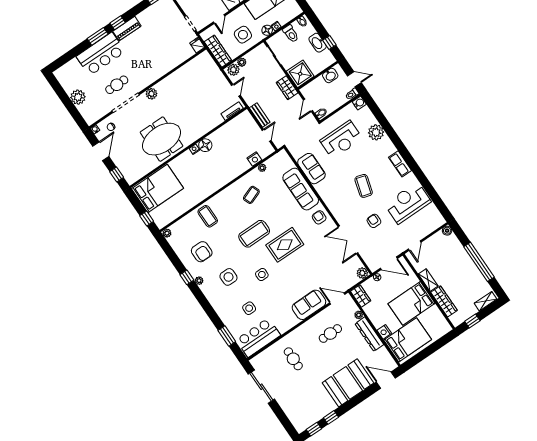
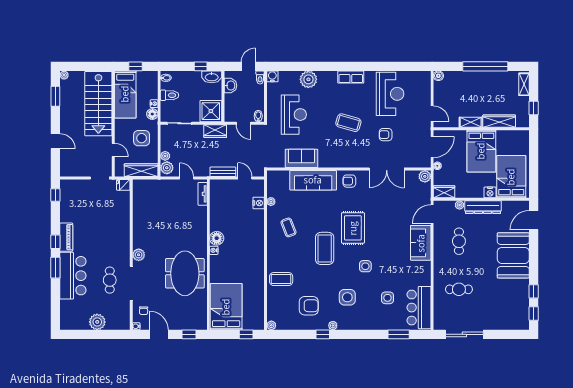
washbasin: (318, 43) -> (212, 77), moved
reception desk: (408, 203) -> (390, 94), turned 180

